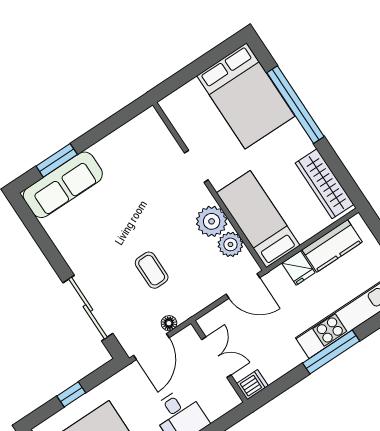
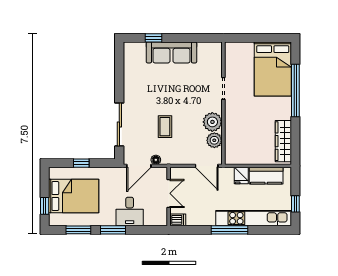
window: (57, 160) -> (154, 38), width x0.67
sofa: (63, 185) -> (171, 52), moved
bed: (258, 219) -> (237, 137), removed

